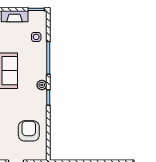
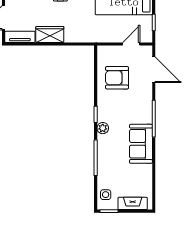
side table: (36, 37) -> (106, 195), moved
armchair: (29, 131) -> (117, 78), turned 90

